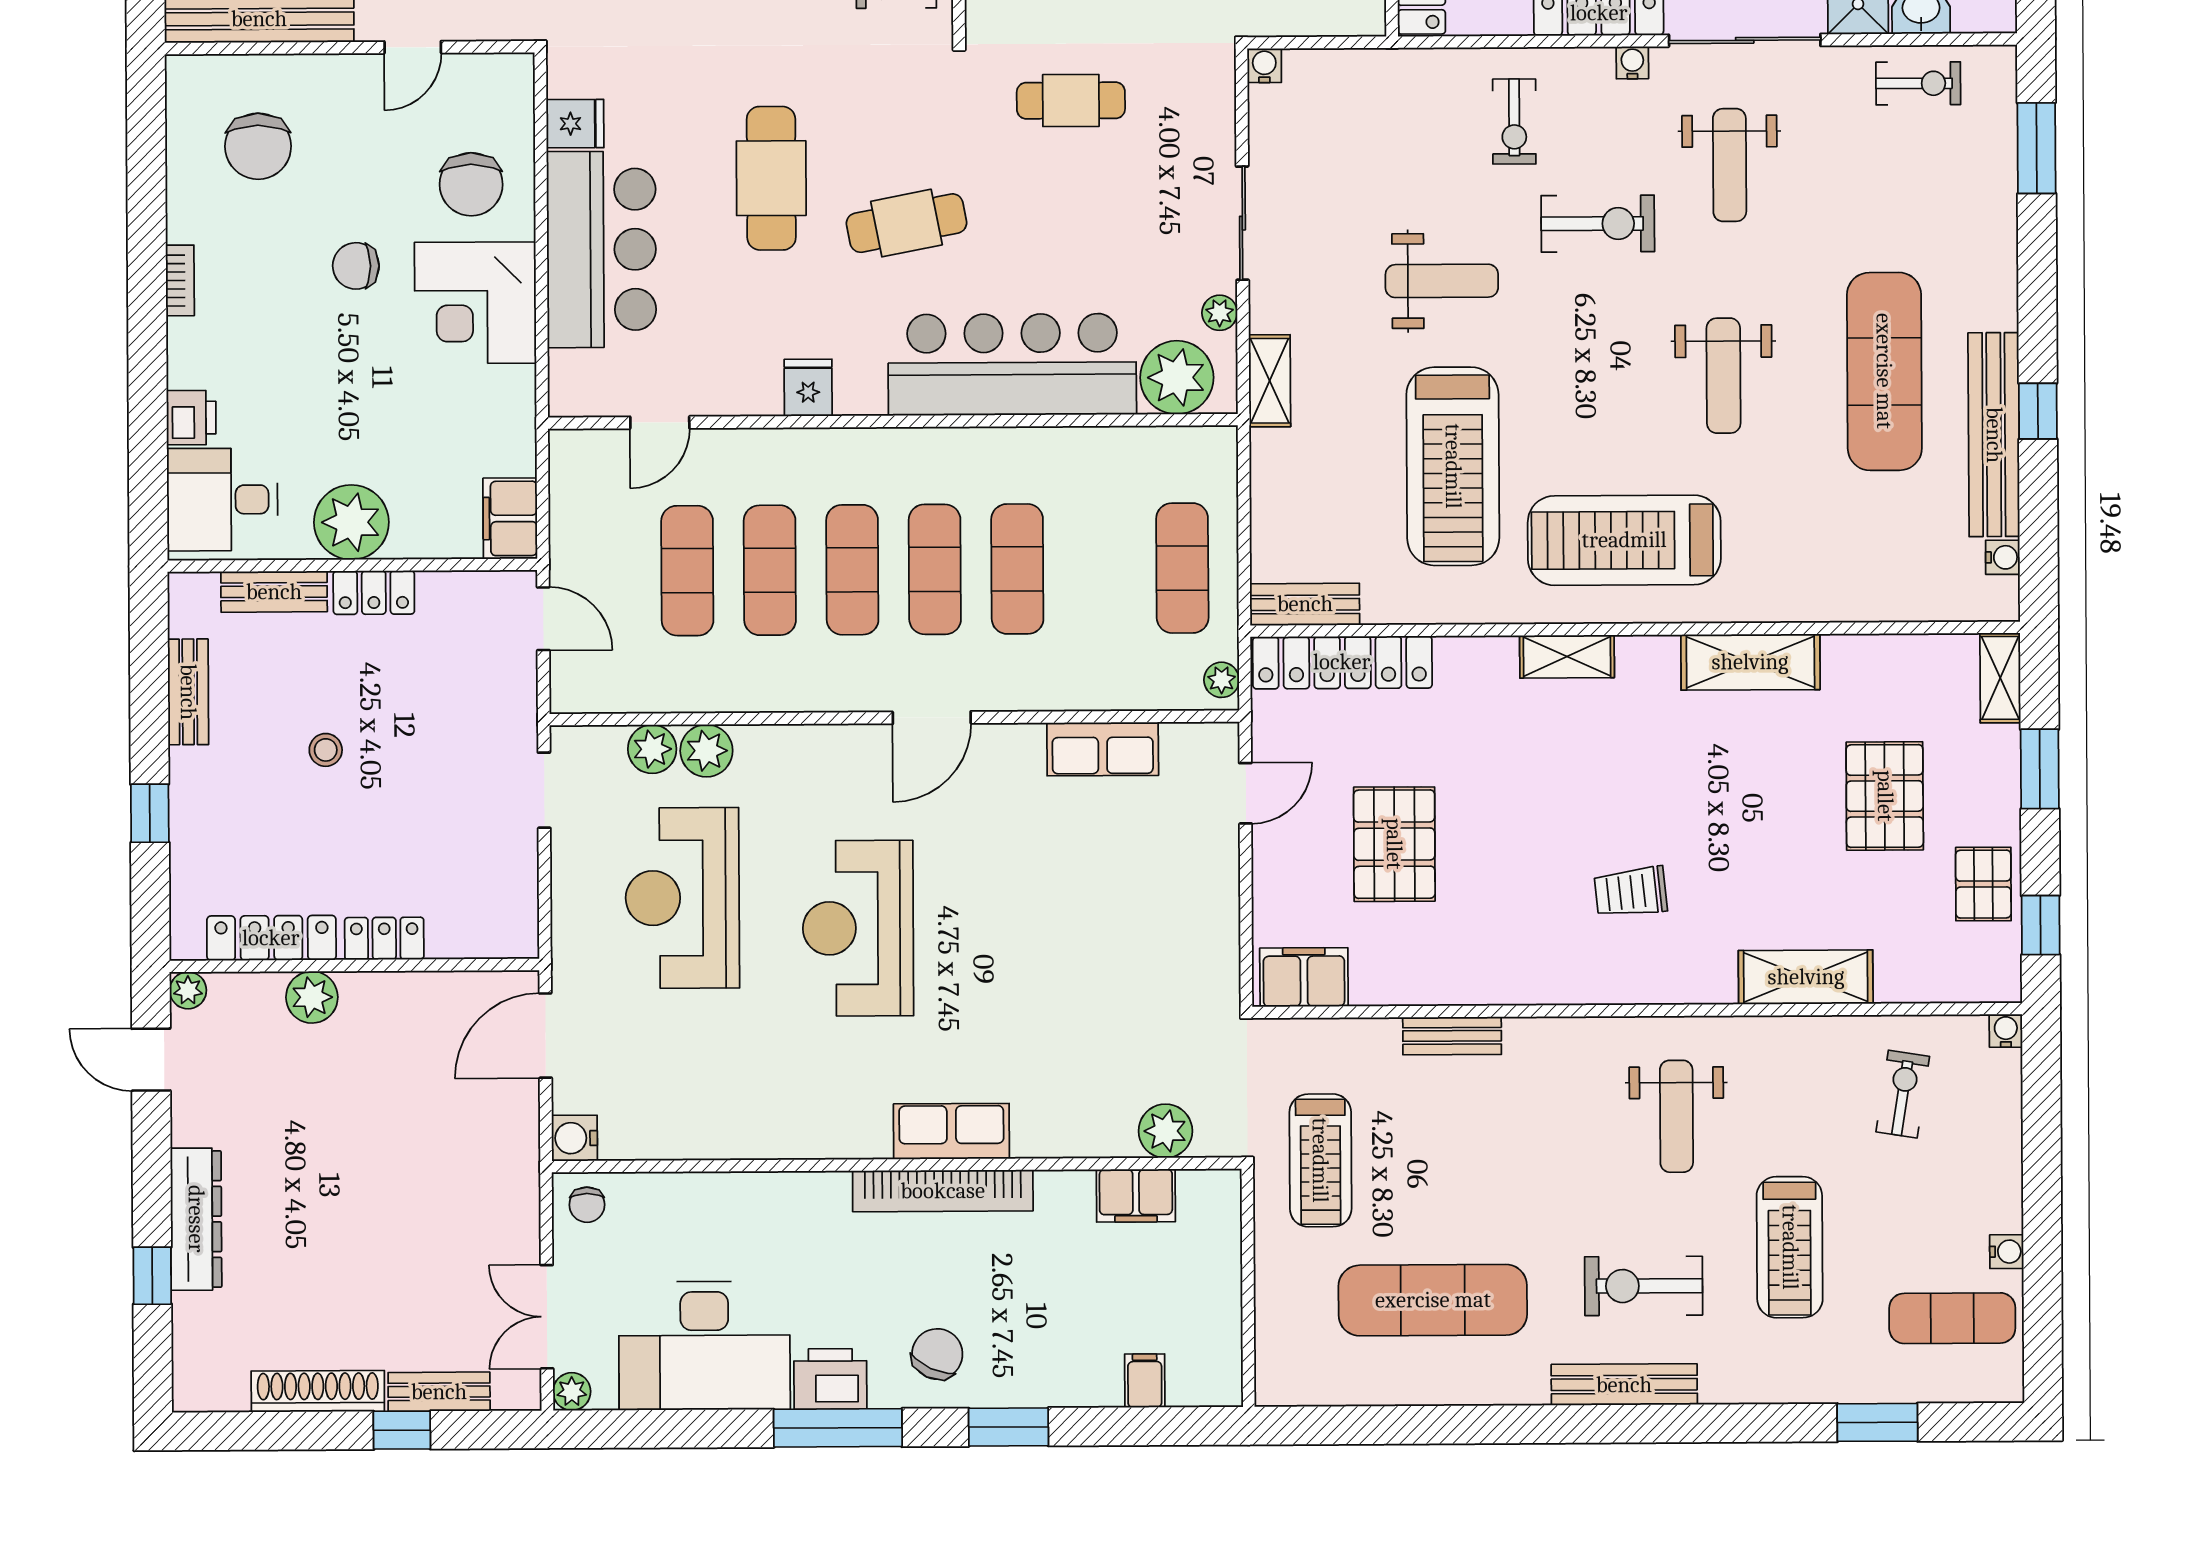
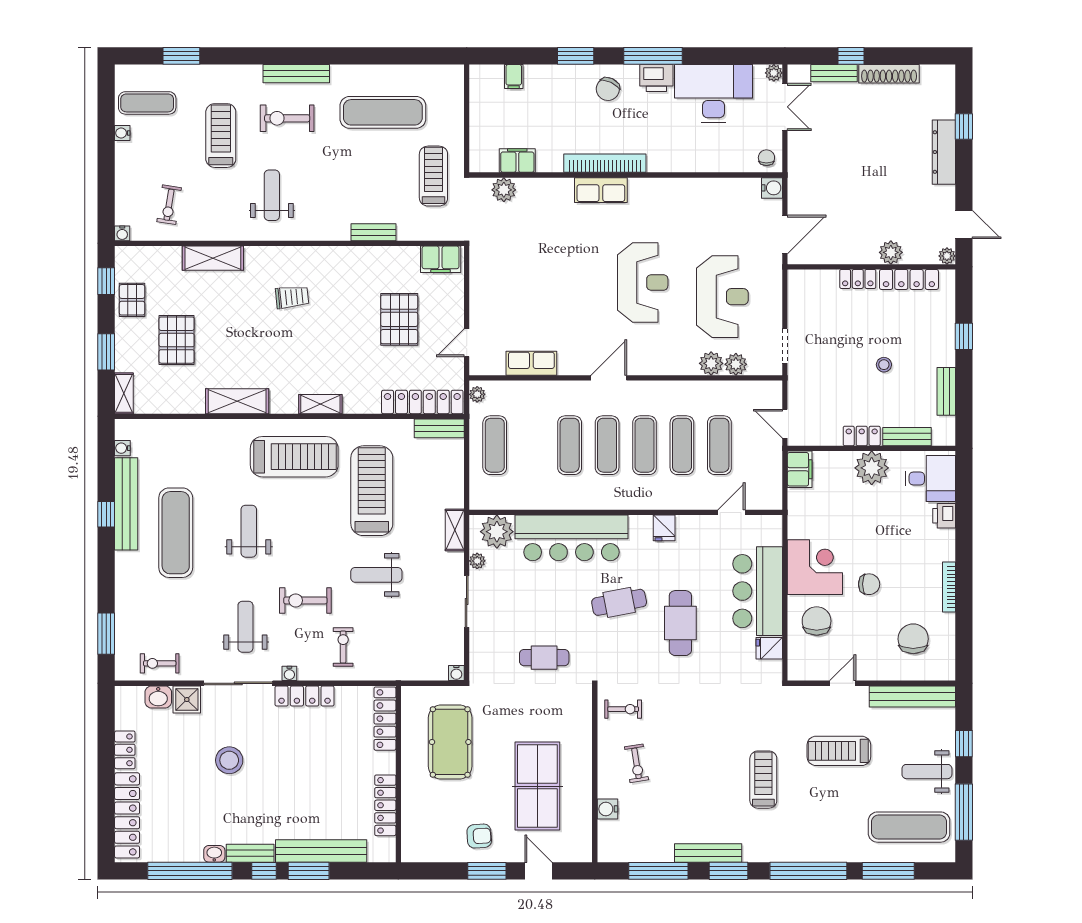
bookcase: (180, 280) -> (949, 587), width x1.56
exercise bike: (1644, 1286) -> (287, 118), turned 180

